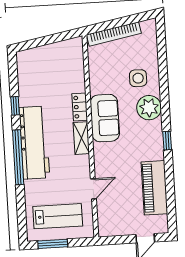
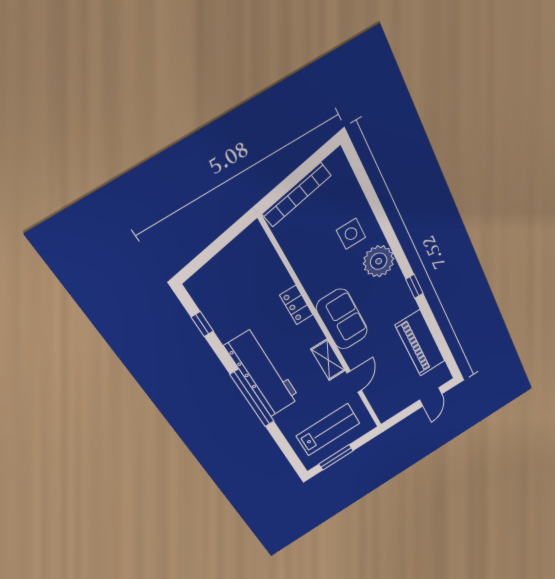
window: (15, 106) -> (202, 324), moved
sofa: (105, 118) -> (342, 319), moved
shelving: (81, 138) -> (328, 360), moved

